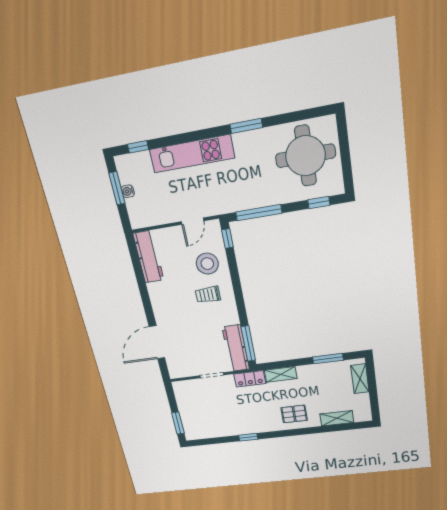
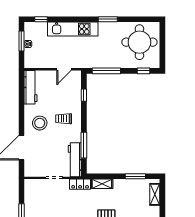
window: (227, 239) -> (84, 95), moved
stool: (207, 264) -> (40, 123), moved
window: (248, 344) -> (84, 145), moved

